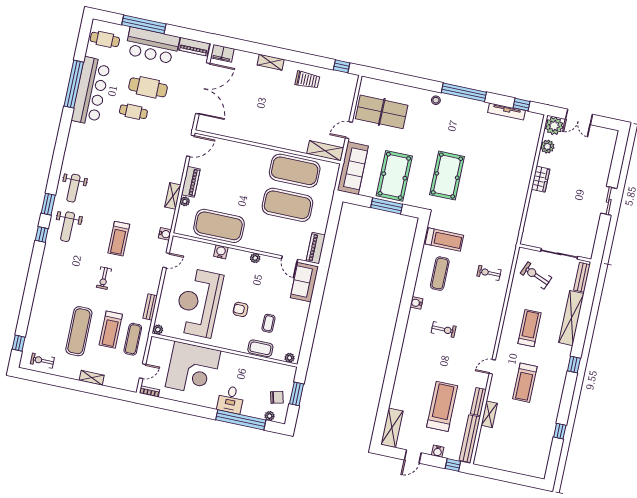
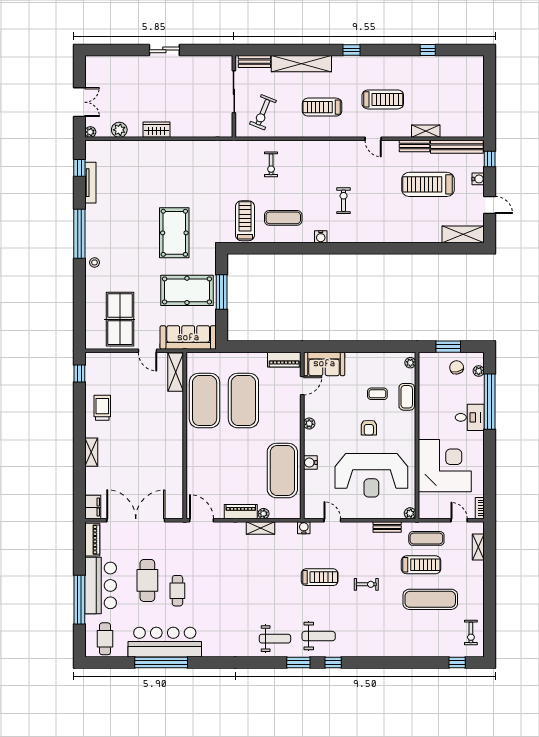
plant: (554, 126) -> (90, 132), width x0.53, depth x0.53
pool table: (447, 176) -> (174, 233), turned 90
shelving: (92, 378) -> (478, 547), moved

